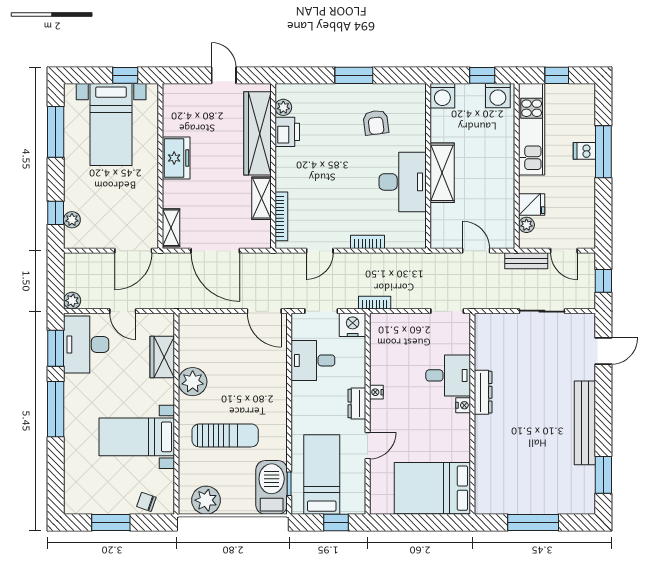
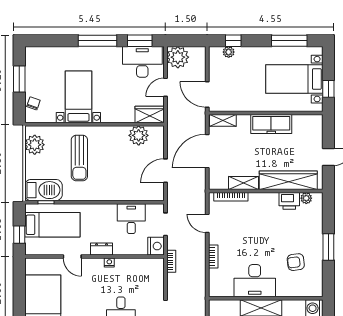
freezer: (176, 158) -> (271, 124), width x1.40
plant: (72, 301) -> (178, 57), width x1.88, depth x1.88
door: (264, 311) -> (165, 171), moved
wardrobe: (162, 357) -> (150, 114), moved
plant: (193, 382) -> (139, 135), moved

